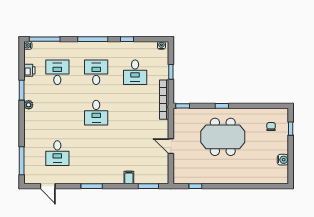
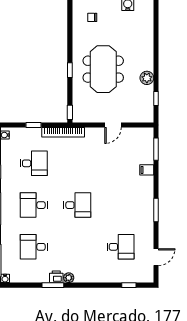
printer: (29, 70) -> (56, 277), moved
window: (22, 161) -> (129, 285), width x0.46
plant: (215, 178) -> (147, 78), added

